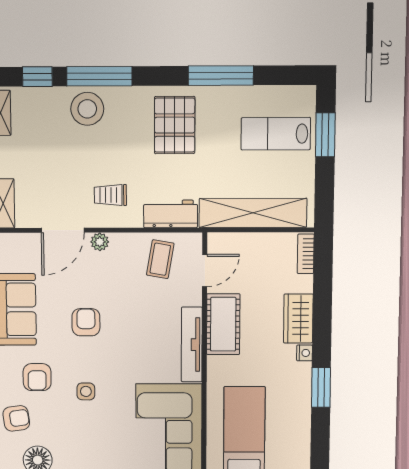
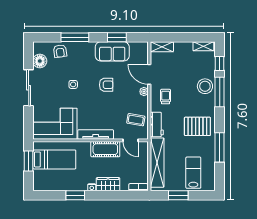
window: (325, 135) -> (178, 195), moved
armchair: (37, 377) -> (80, 61), removed

